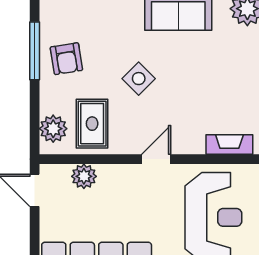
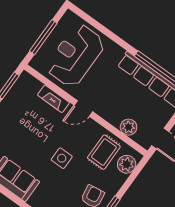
side table: (139, 79) -> (62, 158), turned 45
fireplace: (229, 144) -> (53, 99), moved

